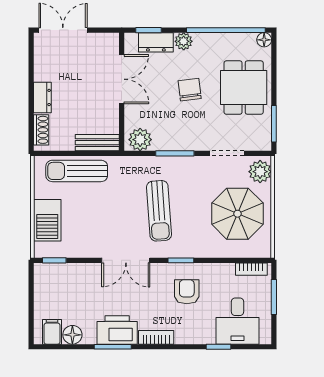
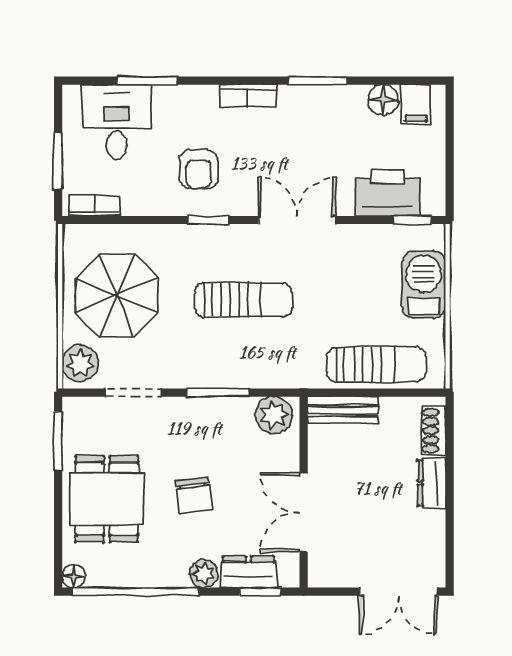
sun lounger: (159, 211) -> (243, 300), turned 94
printer: (117, 330) -> (387, 193), moved, turned 180
window: (219, 347) -> (147, 81), width x1.50

